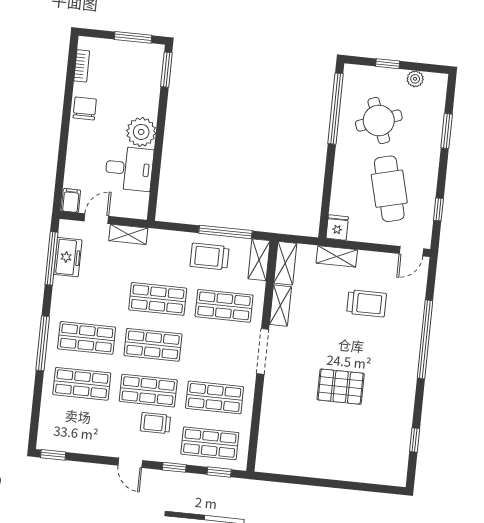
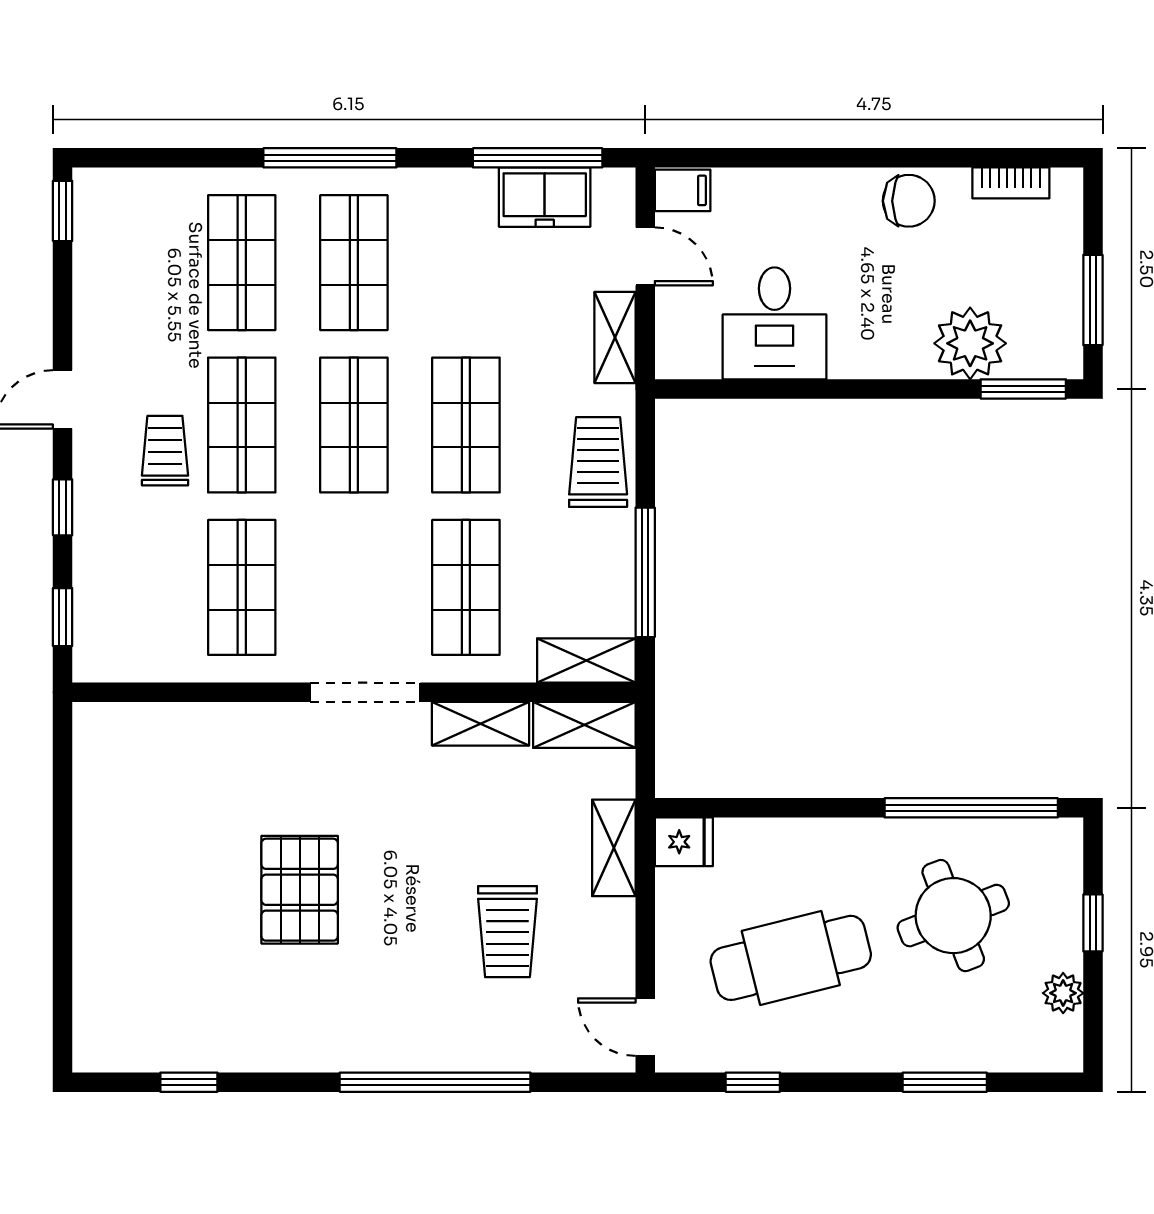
plant: (141, 132) -> (970, 343), moved
trolley: (210, 257) -> (598, 462), moved
shop shelf: (210, 443) -> (130, 587), removed

